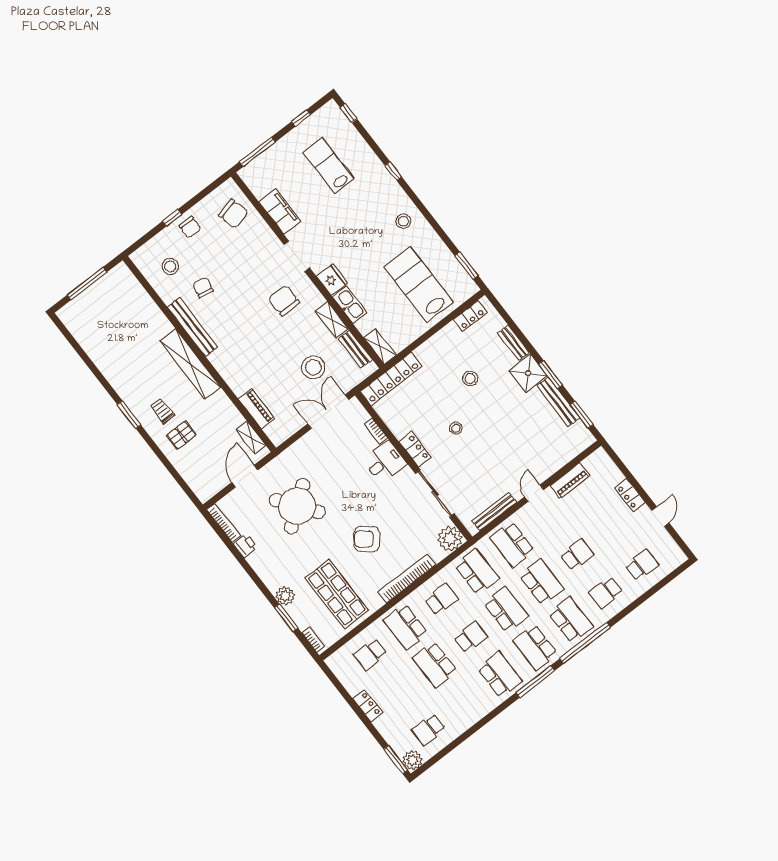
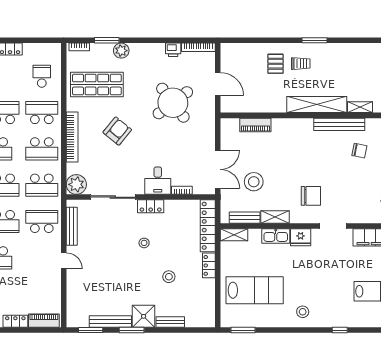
locker: (470, 316) -> (209, 265), moved
shelving: (251, 438) -> (360, 107), moved
piano: (570, 480) -> (44, 321), moved, turned 90
school desk: (441, 599) -> (42, 149), width x1.85

